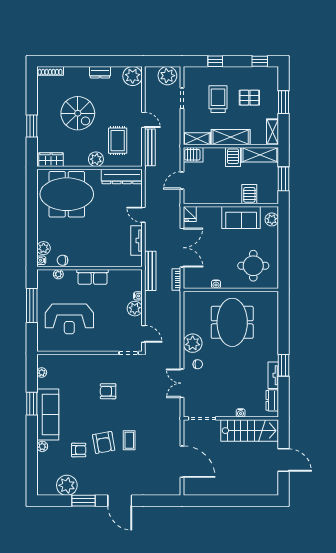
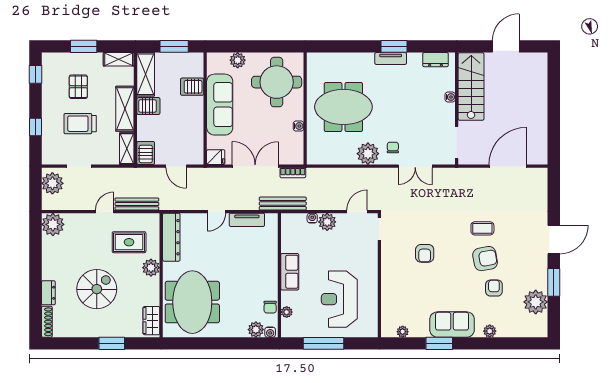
dresser: (100, 72) -> (48, 293), moved
sofa: (241, 217) -> (220, 105), width x1.36
plant: (272, 219) -> (238, 60), moved
round table: (253, 266) -> (277, 82), width x1.36, depth x1.36
reception desk: (69, 319) -> (339, 299), turned 180
tv unit: (273, 375) -> (391, 58), moved
sofa: (48, 414) -> (452, 325), width x0.73

